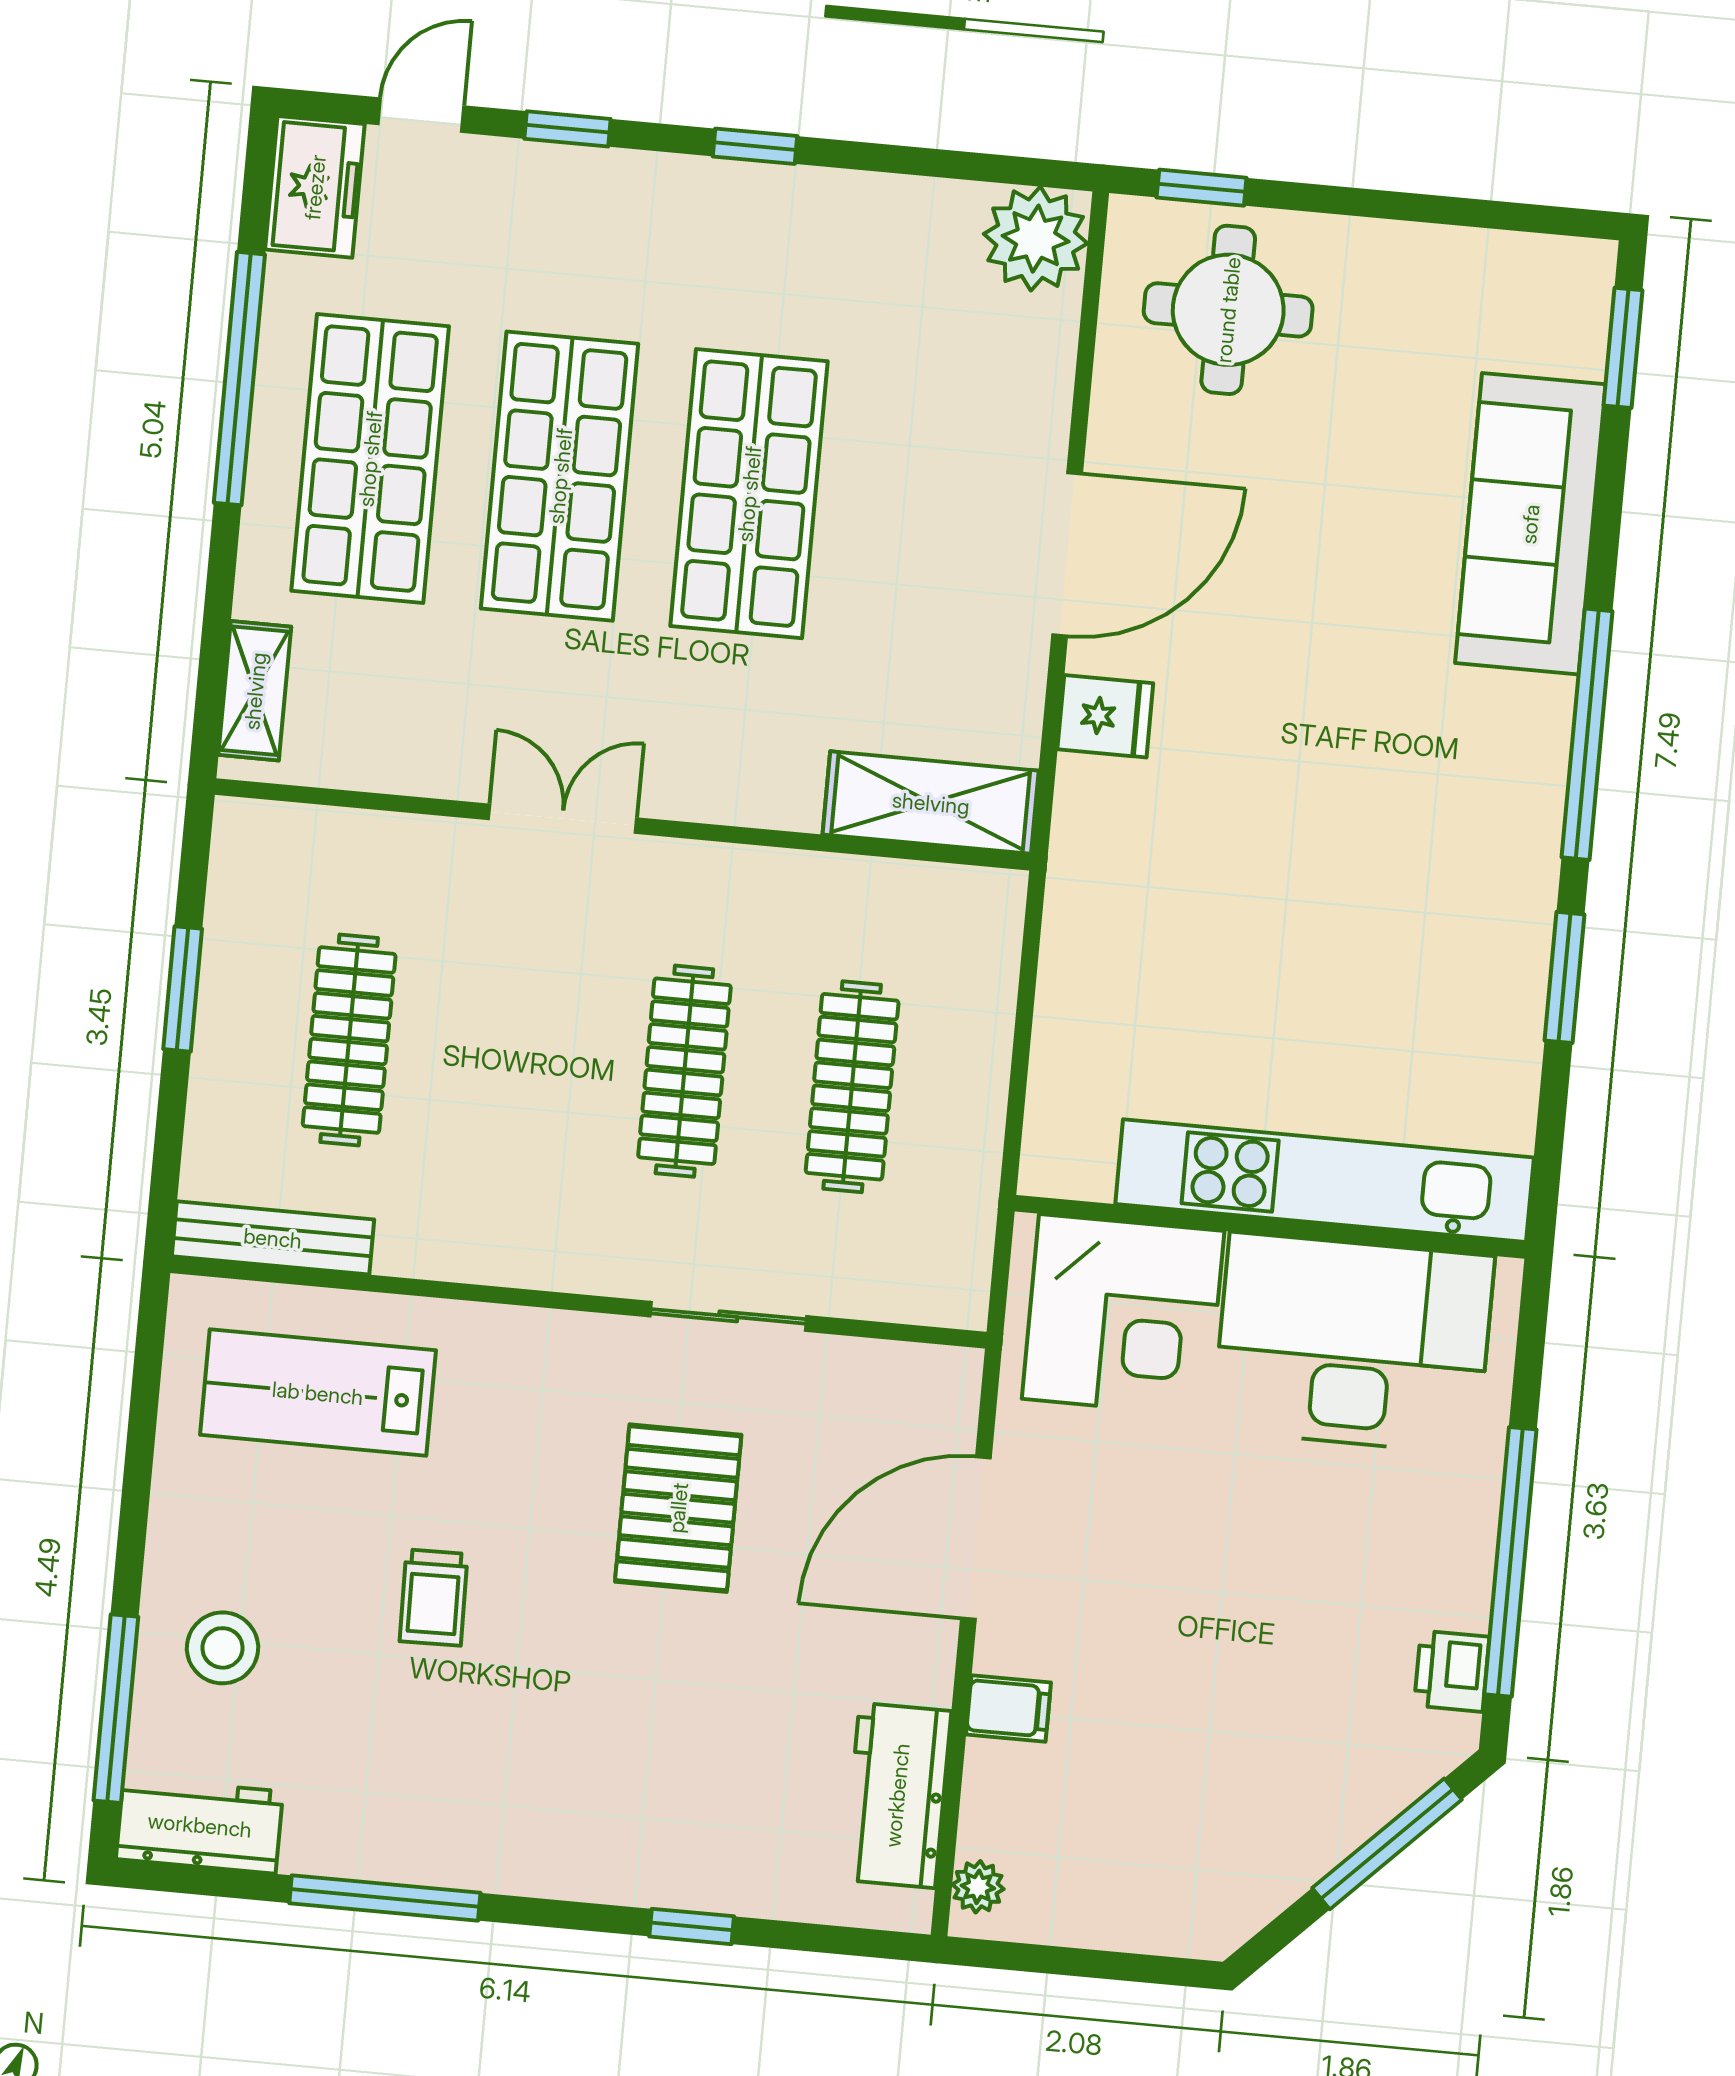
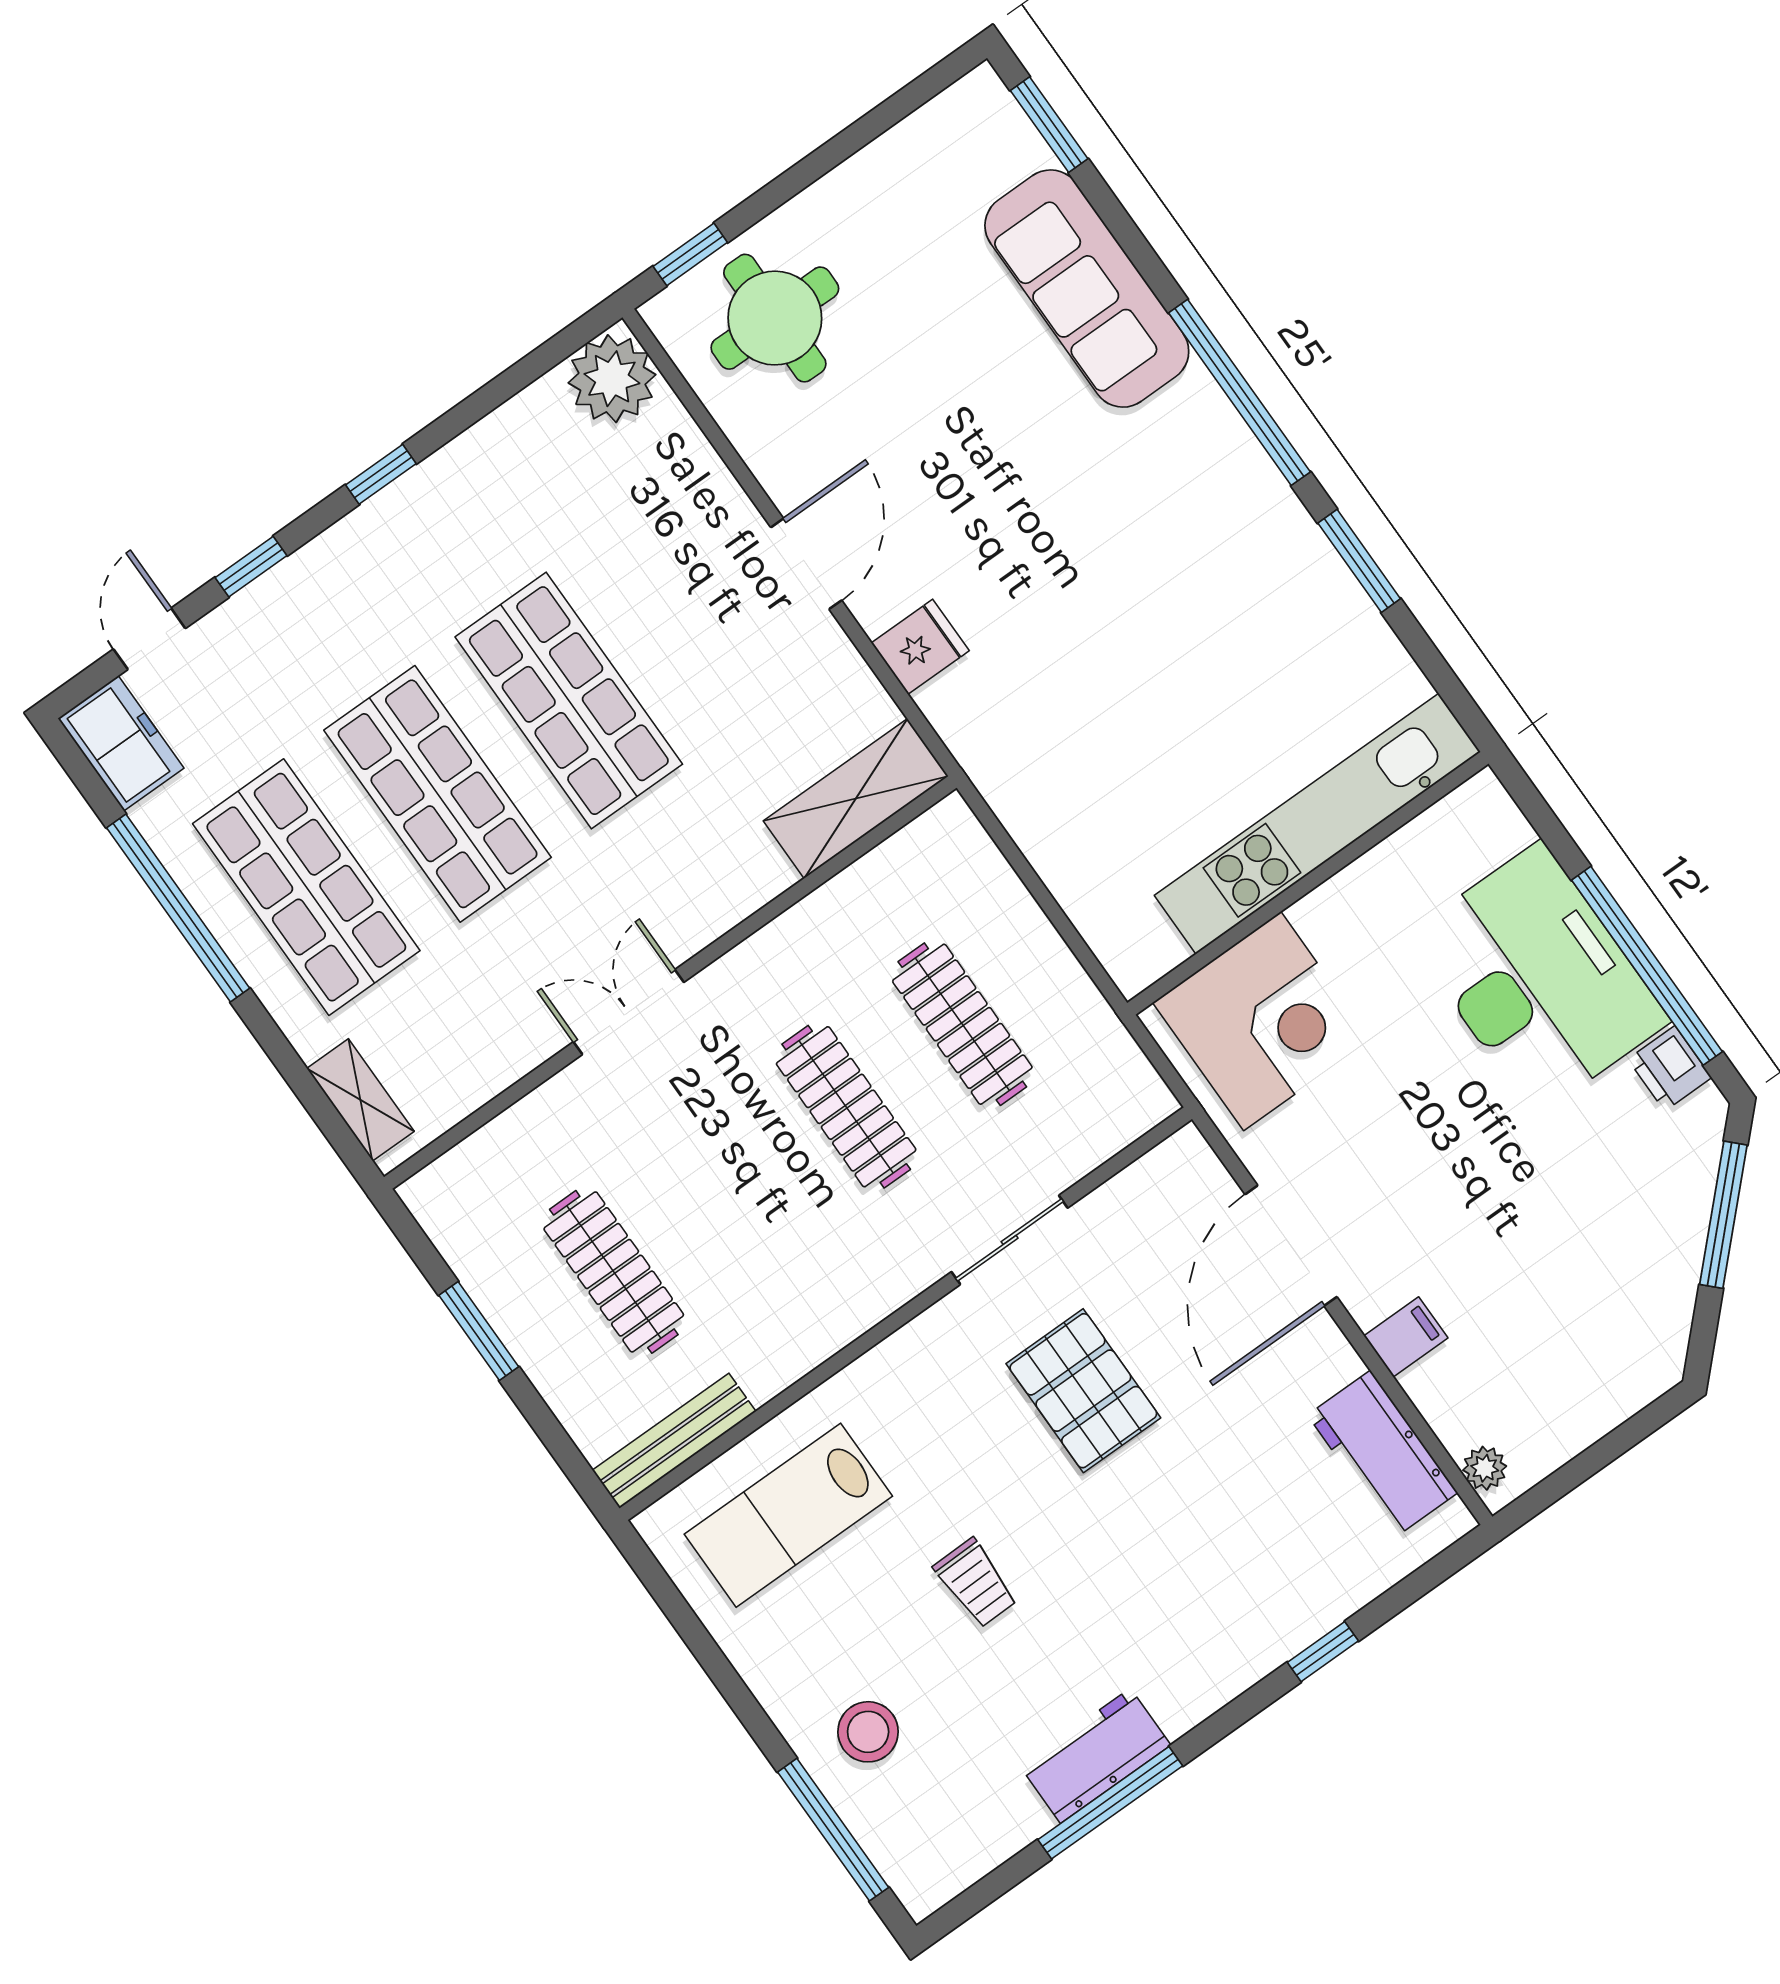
door: (1067, 554) -> (806, 564), width x0.73
desk: (1353, 1343) -> (1538, 979), moved, turned 90
workbench: (200, 1825) -> (1095, 1756), moved

